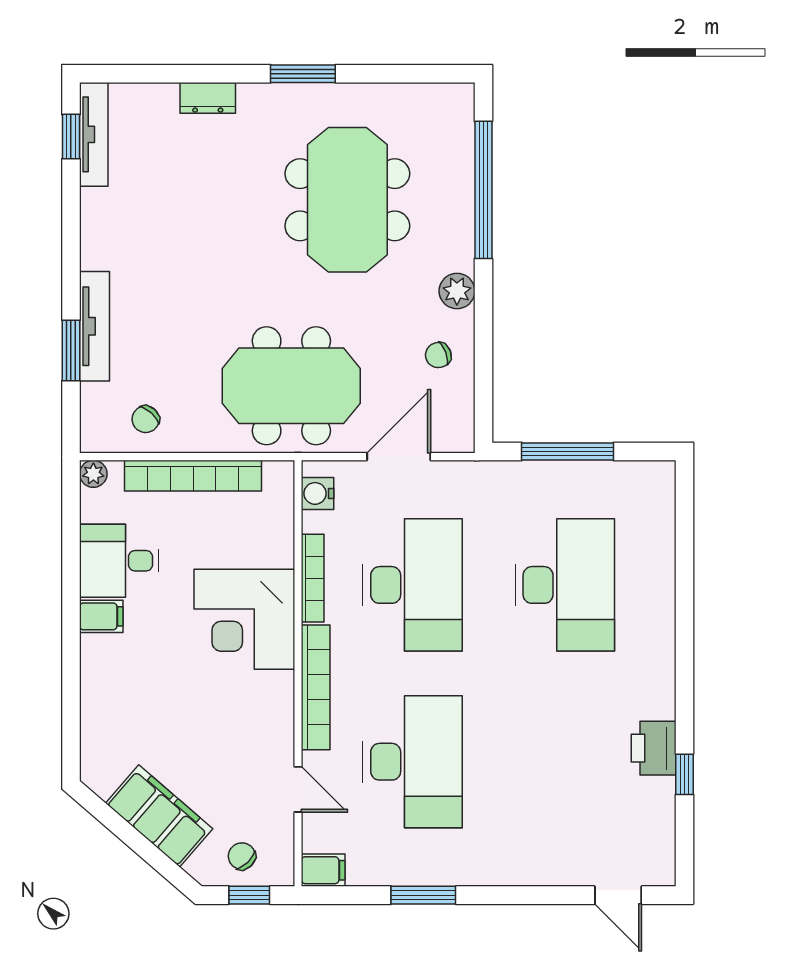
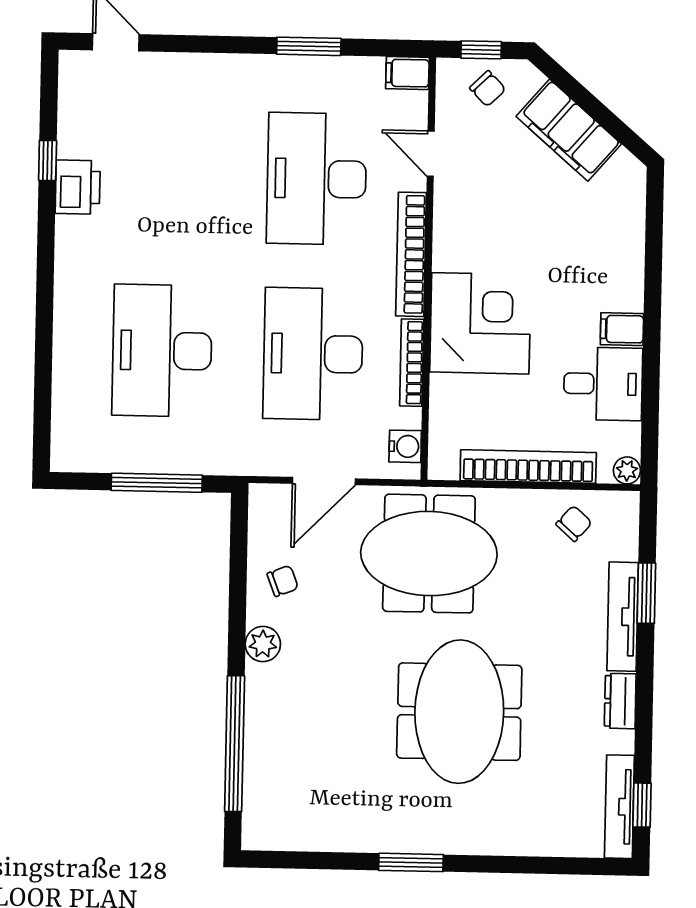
dresser: (208, 98) -> (620, 701), moved, turned -90
meeting table: (347, 200) -> (459, 712), moved

